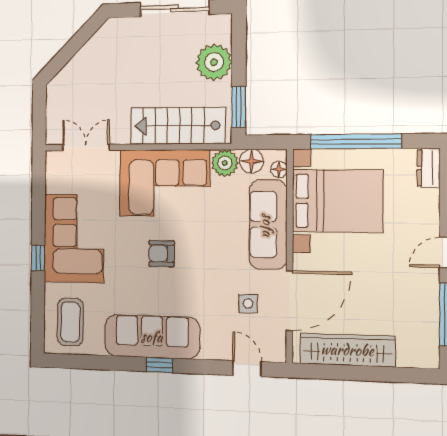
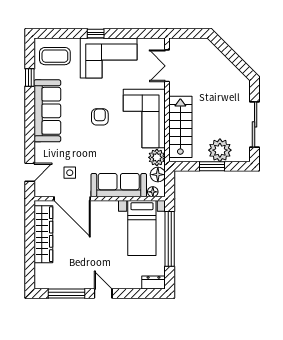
window: (239, 107) -> (212, 166), moved
double door: (86, 147) -> (167, 66), swing flipped
bed with nightstands: (337, 201) -> (142, 228), width x0.73
window: (160, 365) -> (30, 77), moved

